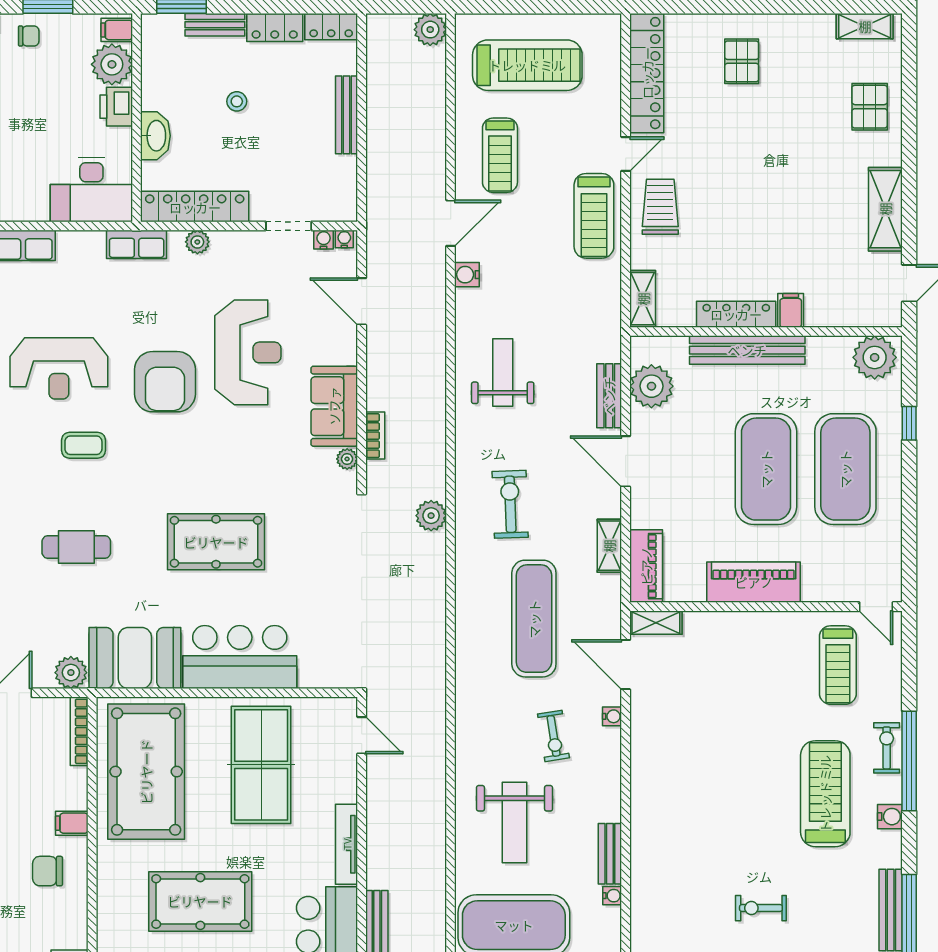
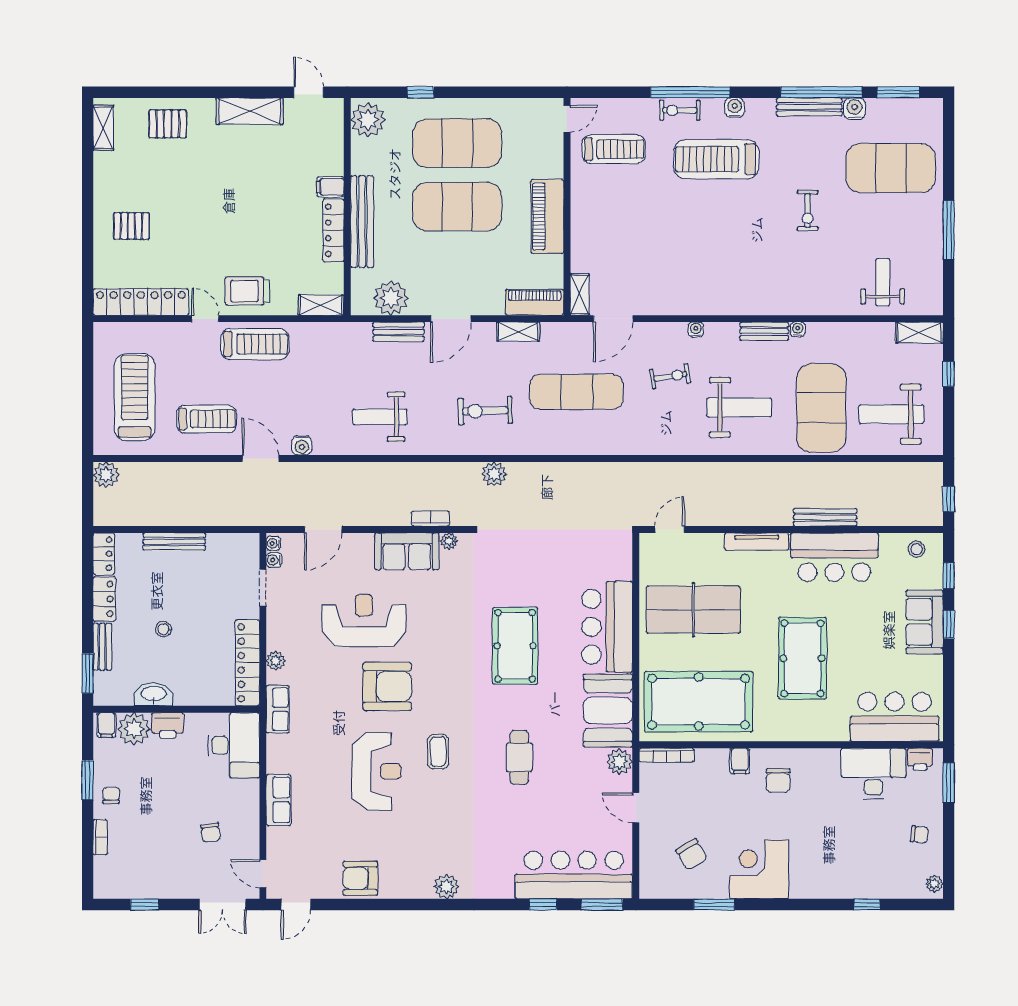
washbasin: (155, 136) -> (154, 694), moved
water cooler: (612, 716) -> (696, 330), moved

